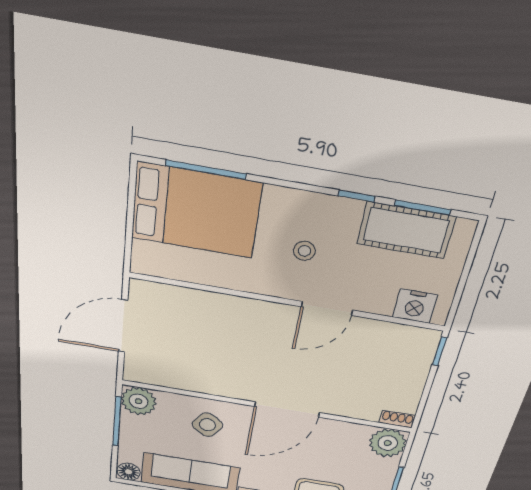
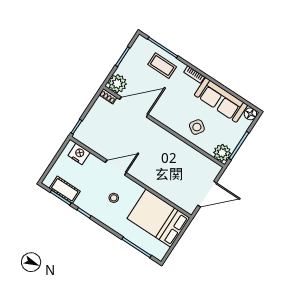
bed: (196, 211) -> (158, 218), moved
cot: (406, 230) -> (65, 190), width x0.73, depth x0.75
door: (287, 409) -> (134, 107), moved

